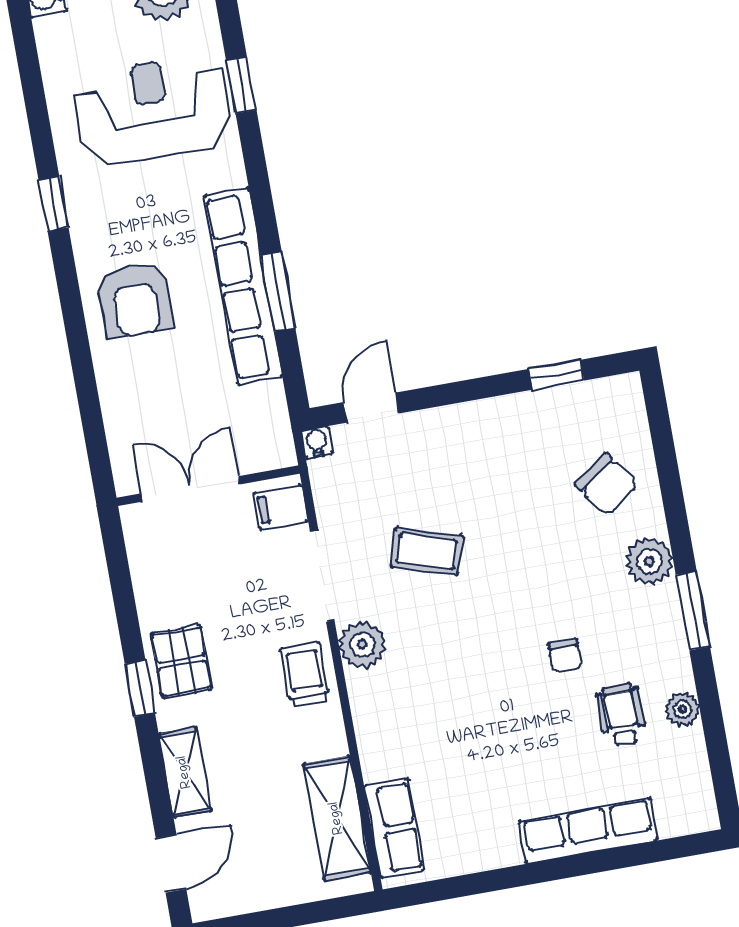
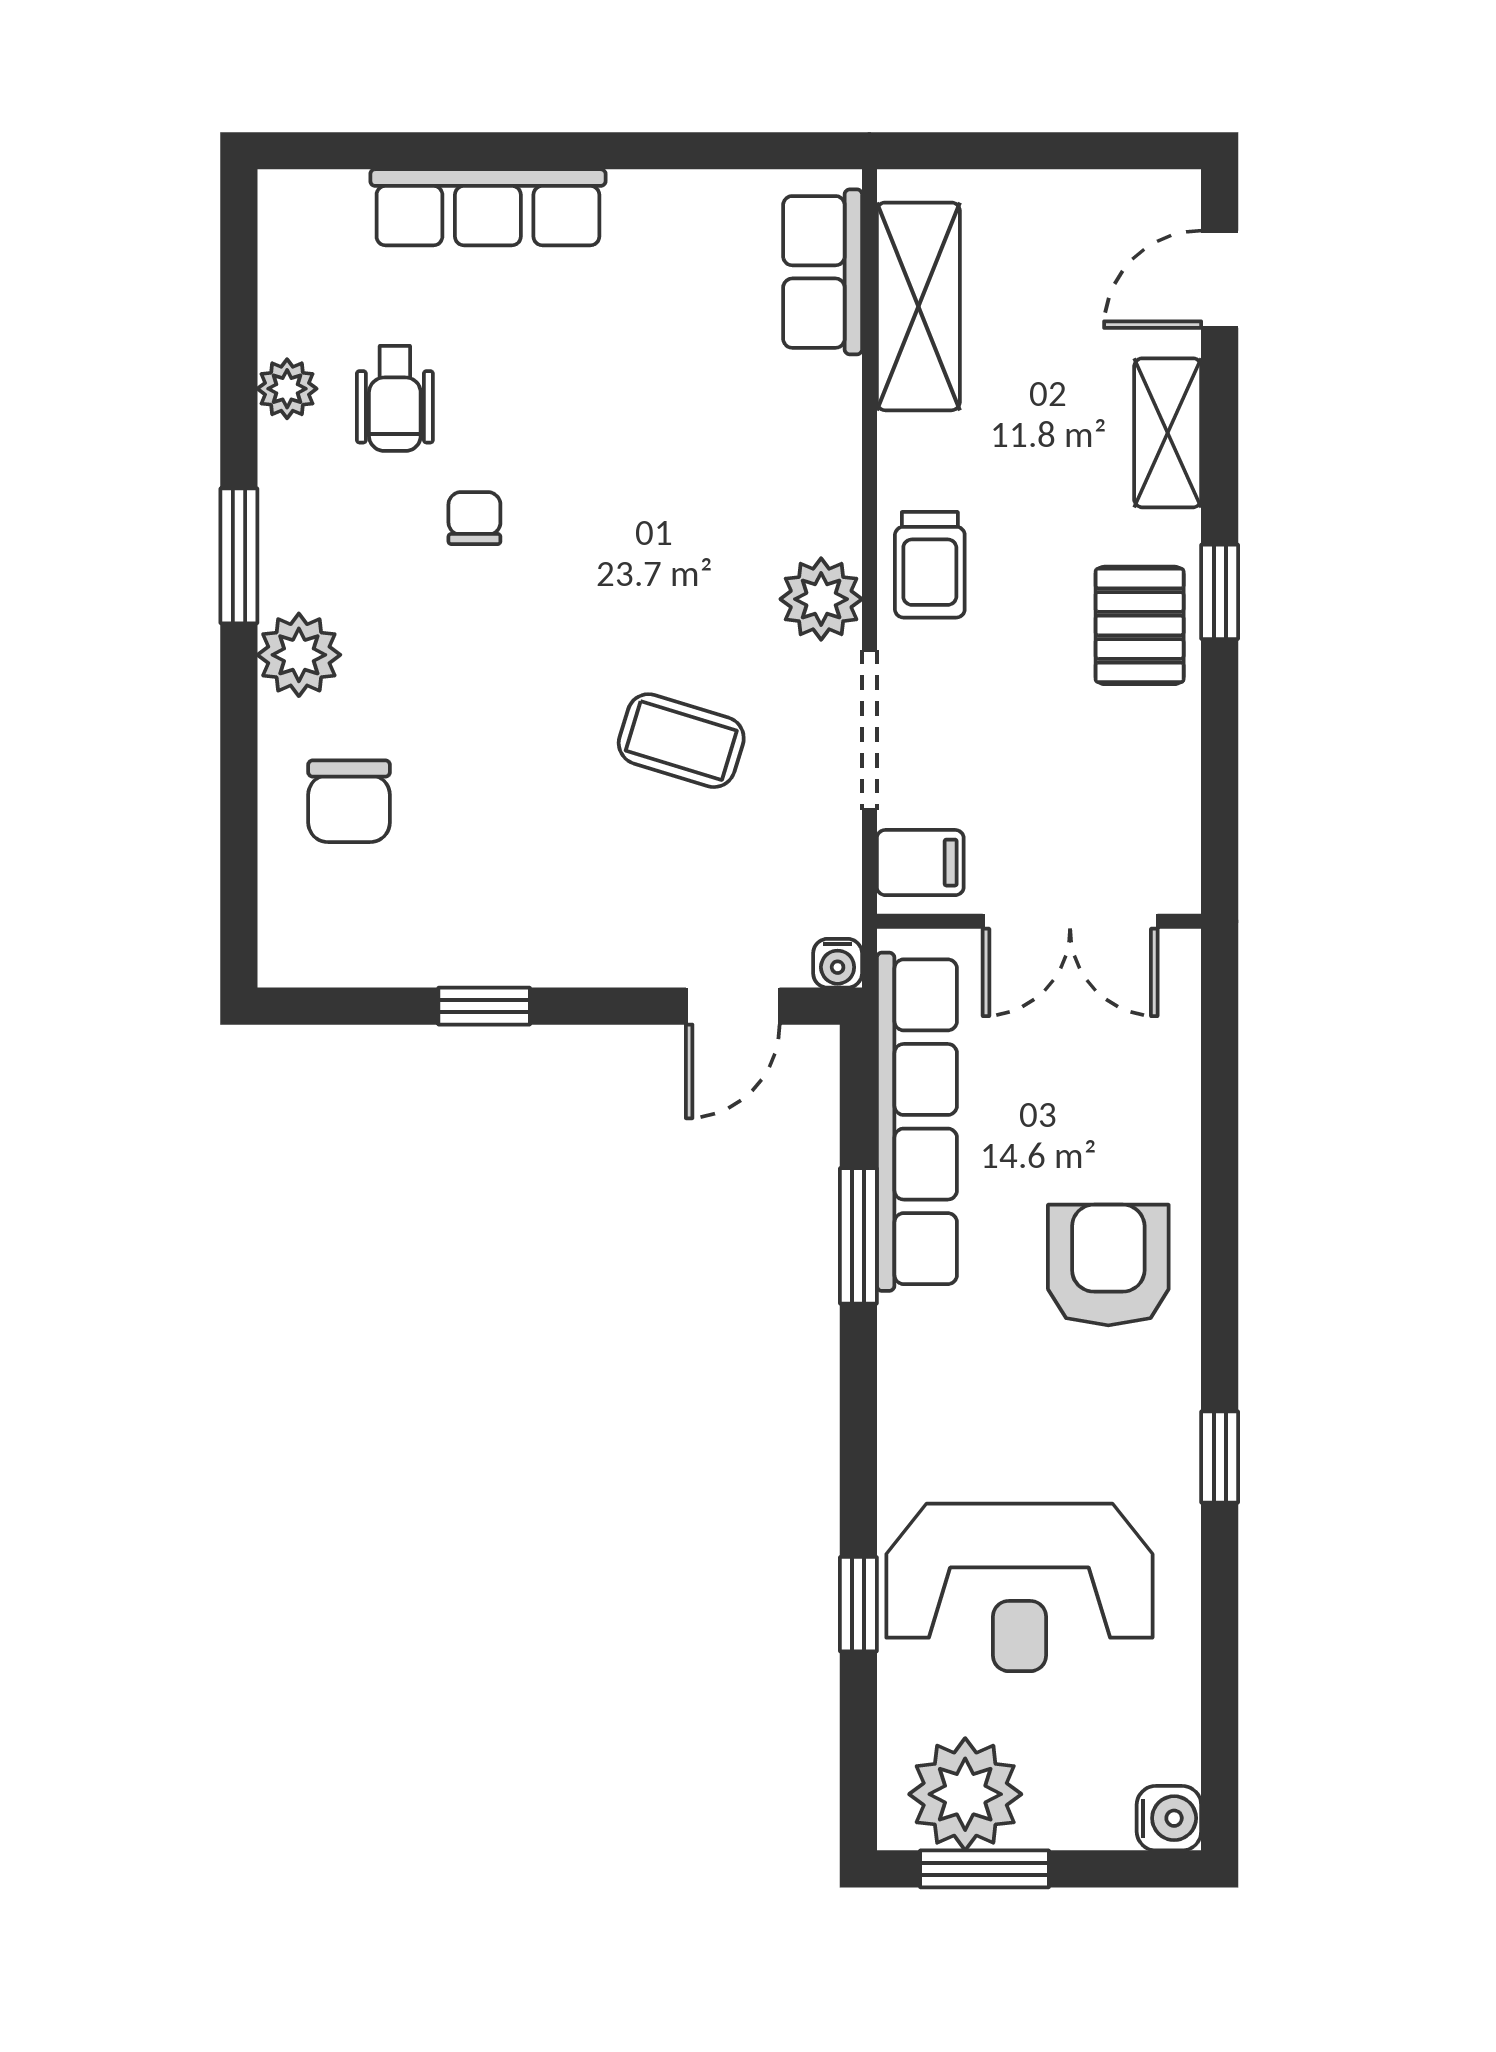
row of seats: (243, 286) -> (917, 1122), moved
window: (556, 375) -> (484, 1006), moved
chair: (607, 484) -> (349, 801), turned -144

